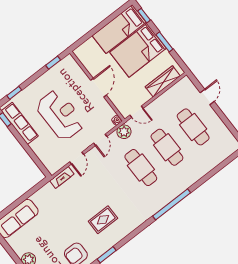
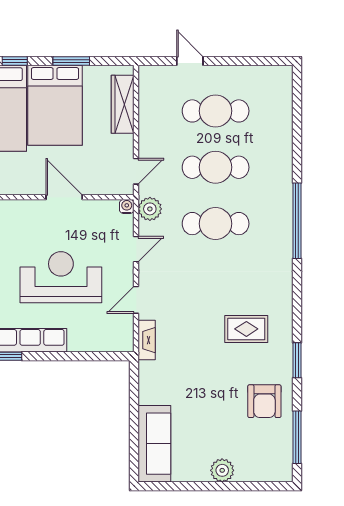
door: (100, 140) -> (136, 249), hinge flipped
door: (77, 158) -> (136, 300), swing flipped
rug: (103, 220) -> (246, 329), turned 90

